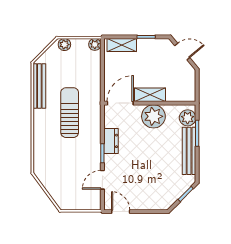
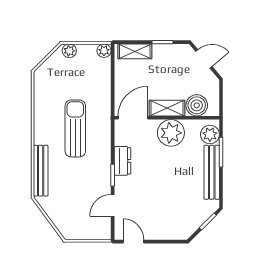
bench: (39, 86) -> (41, 171), moved
boiler: (176, 92) -> (197, 105), added

